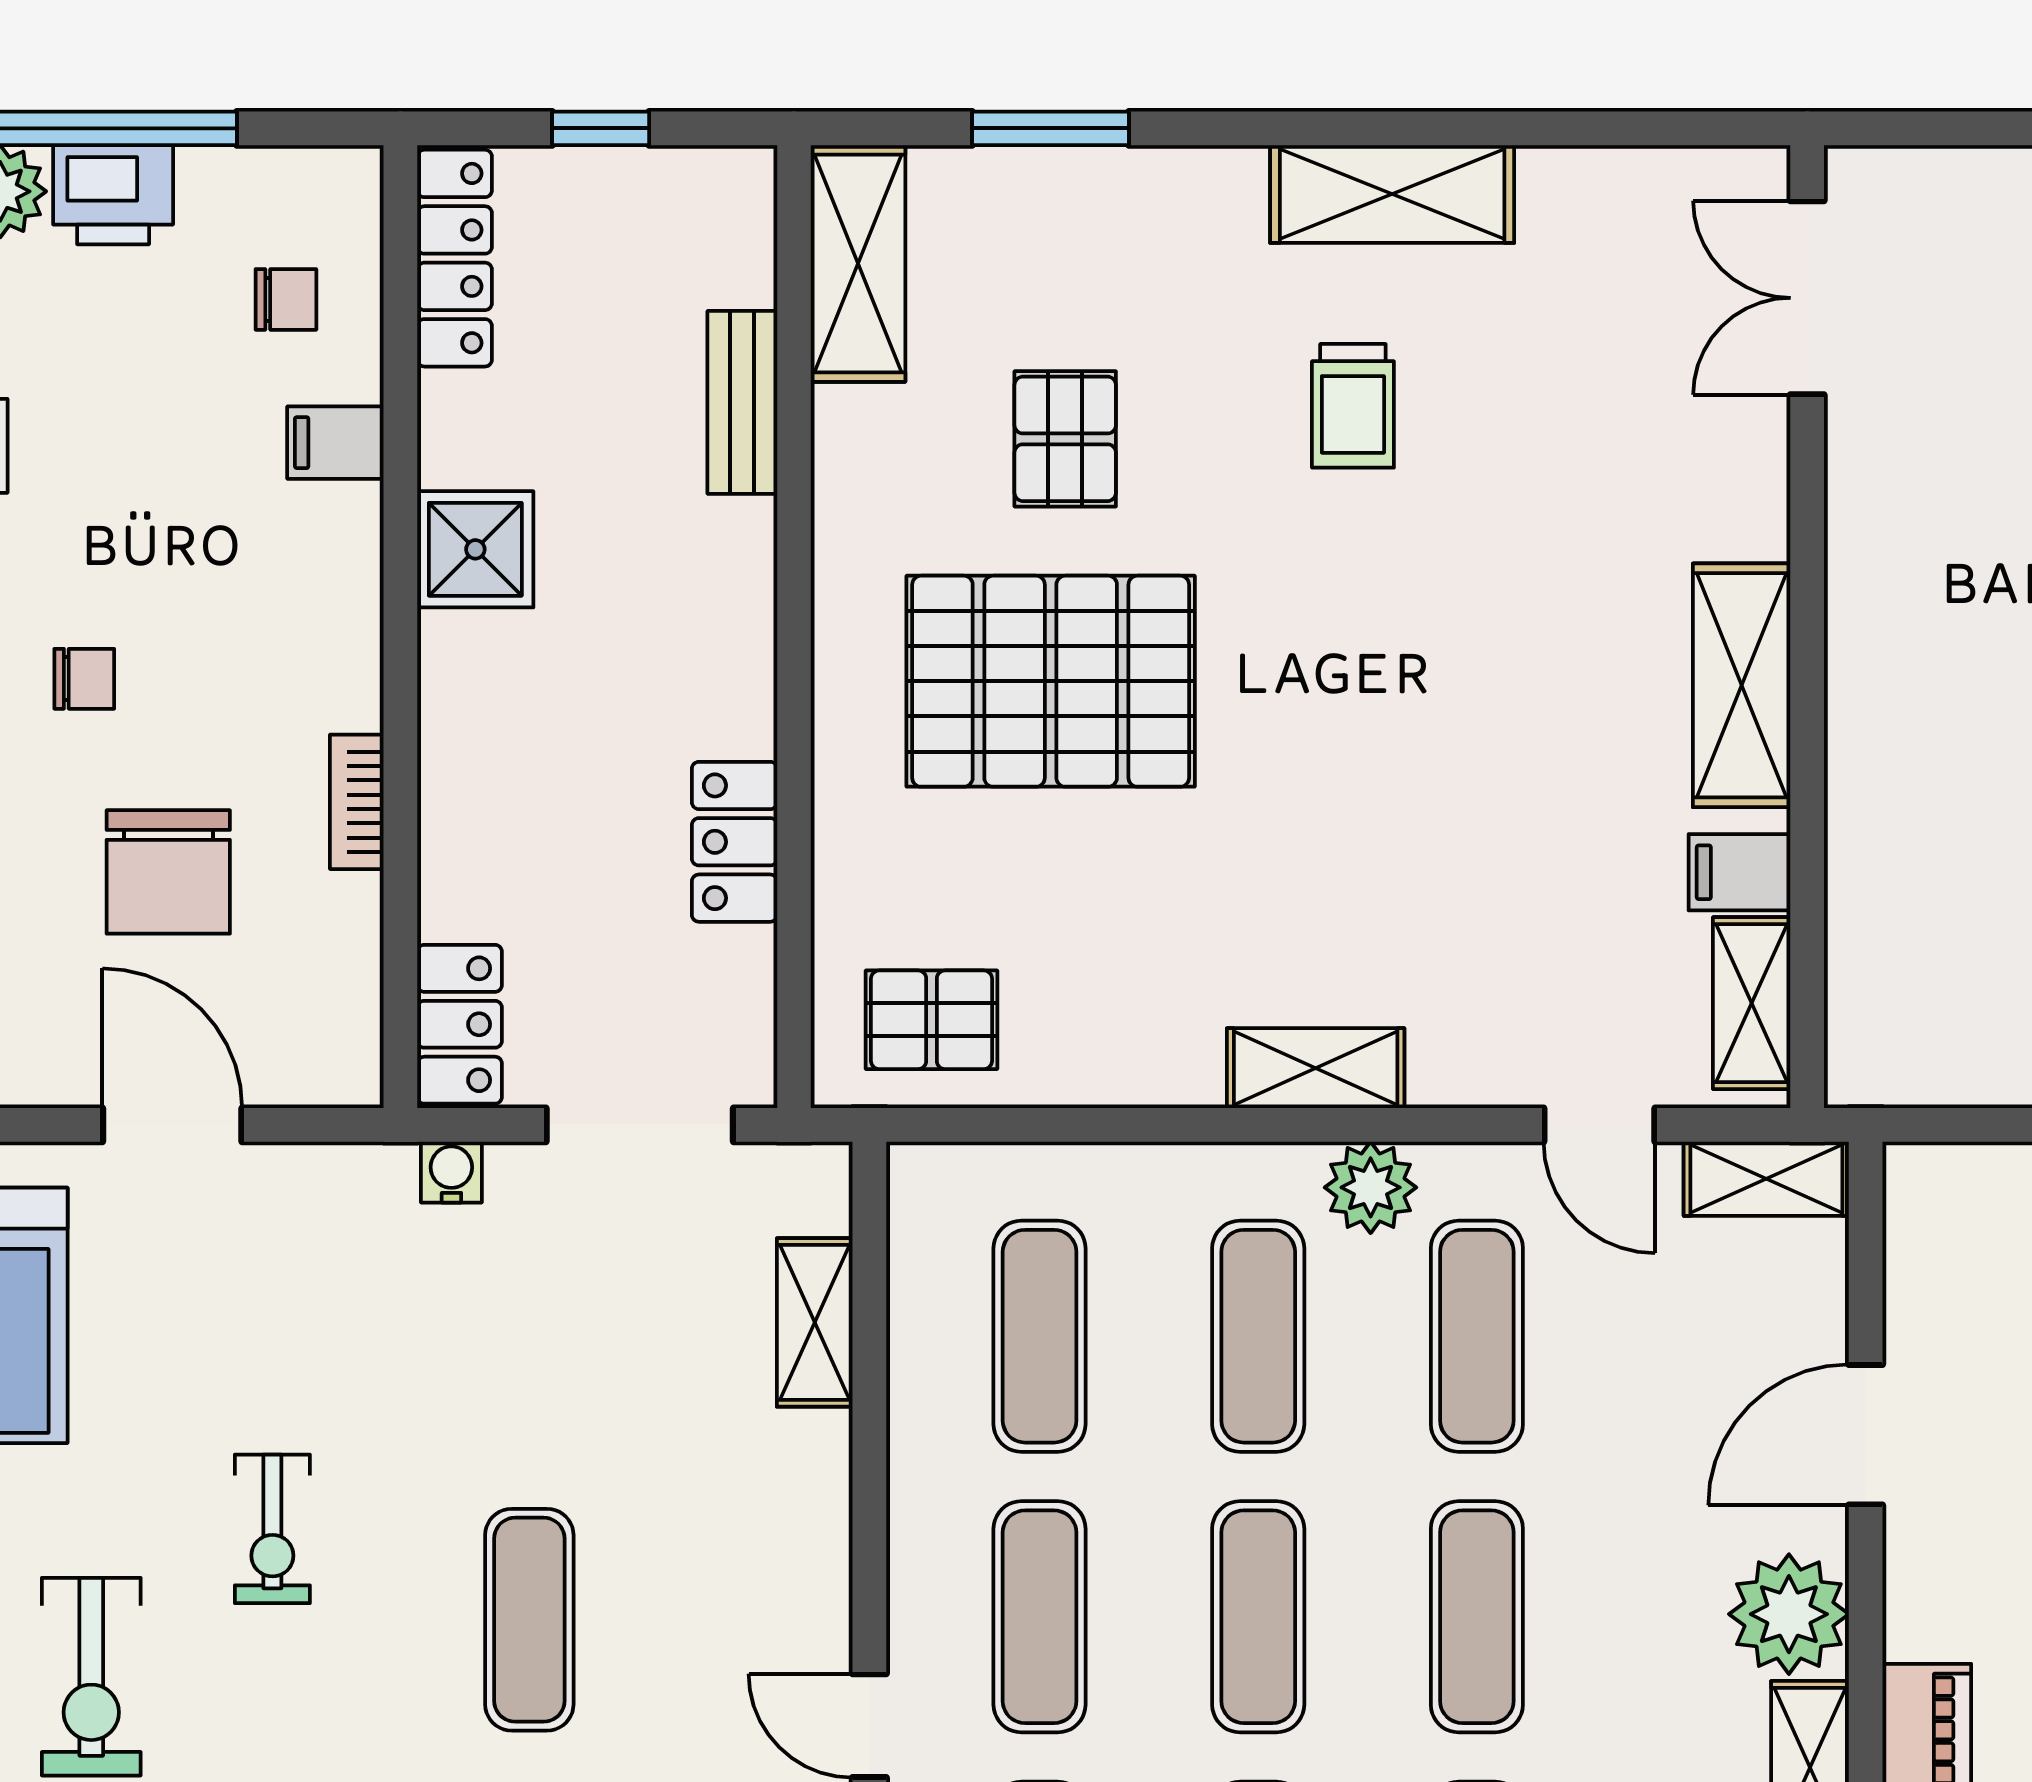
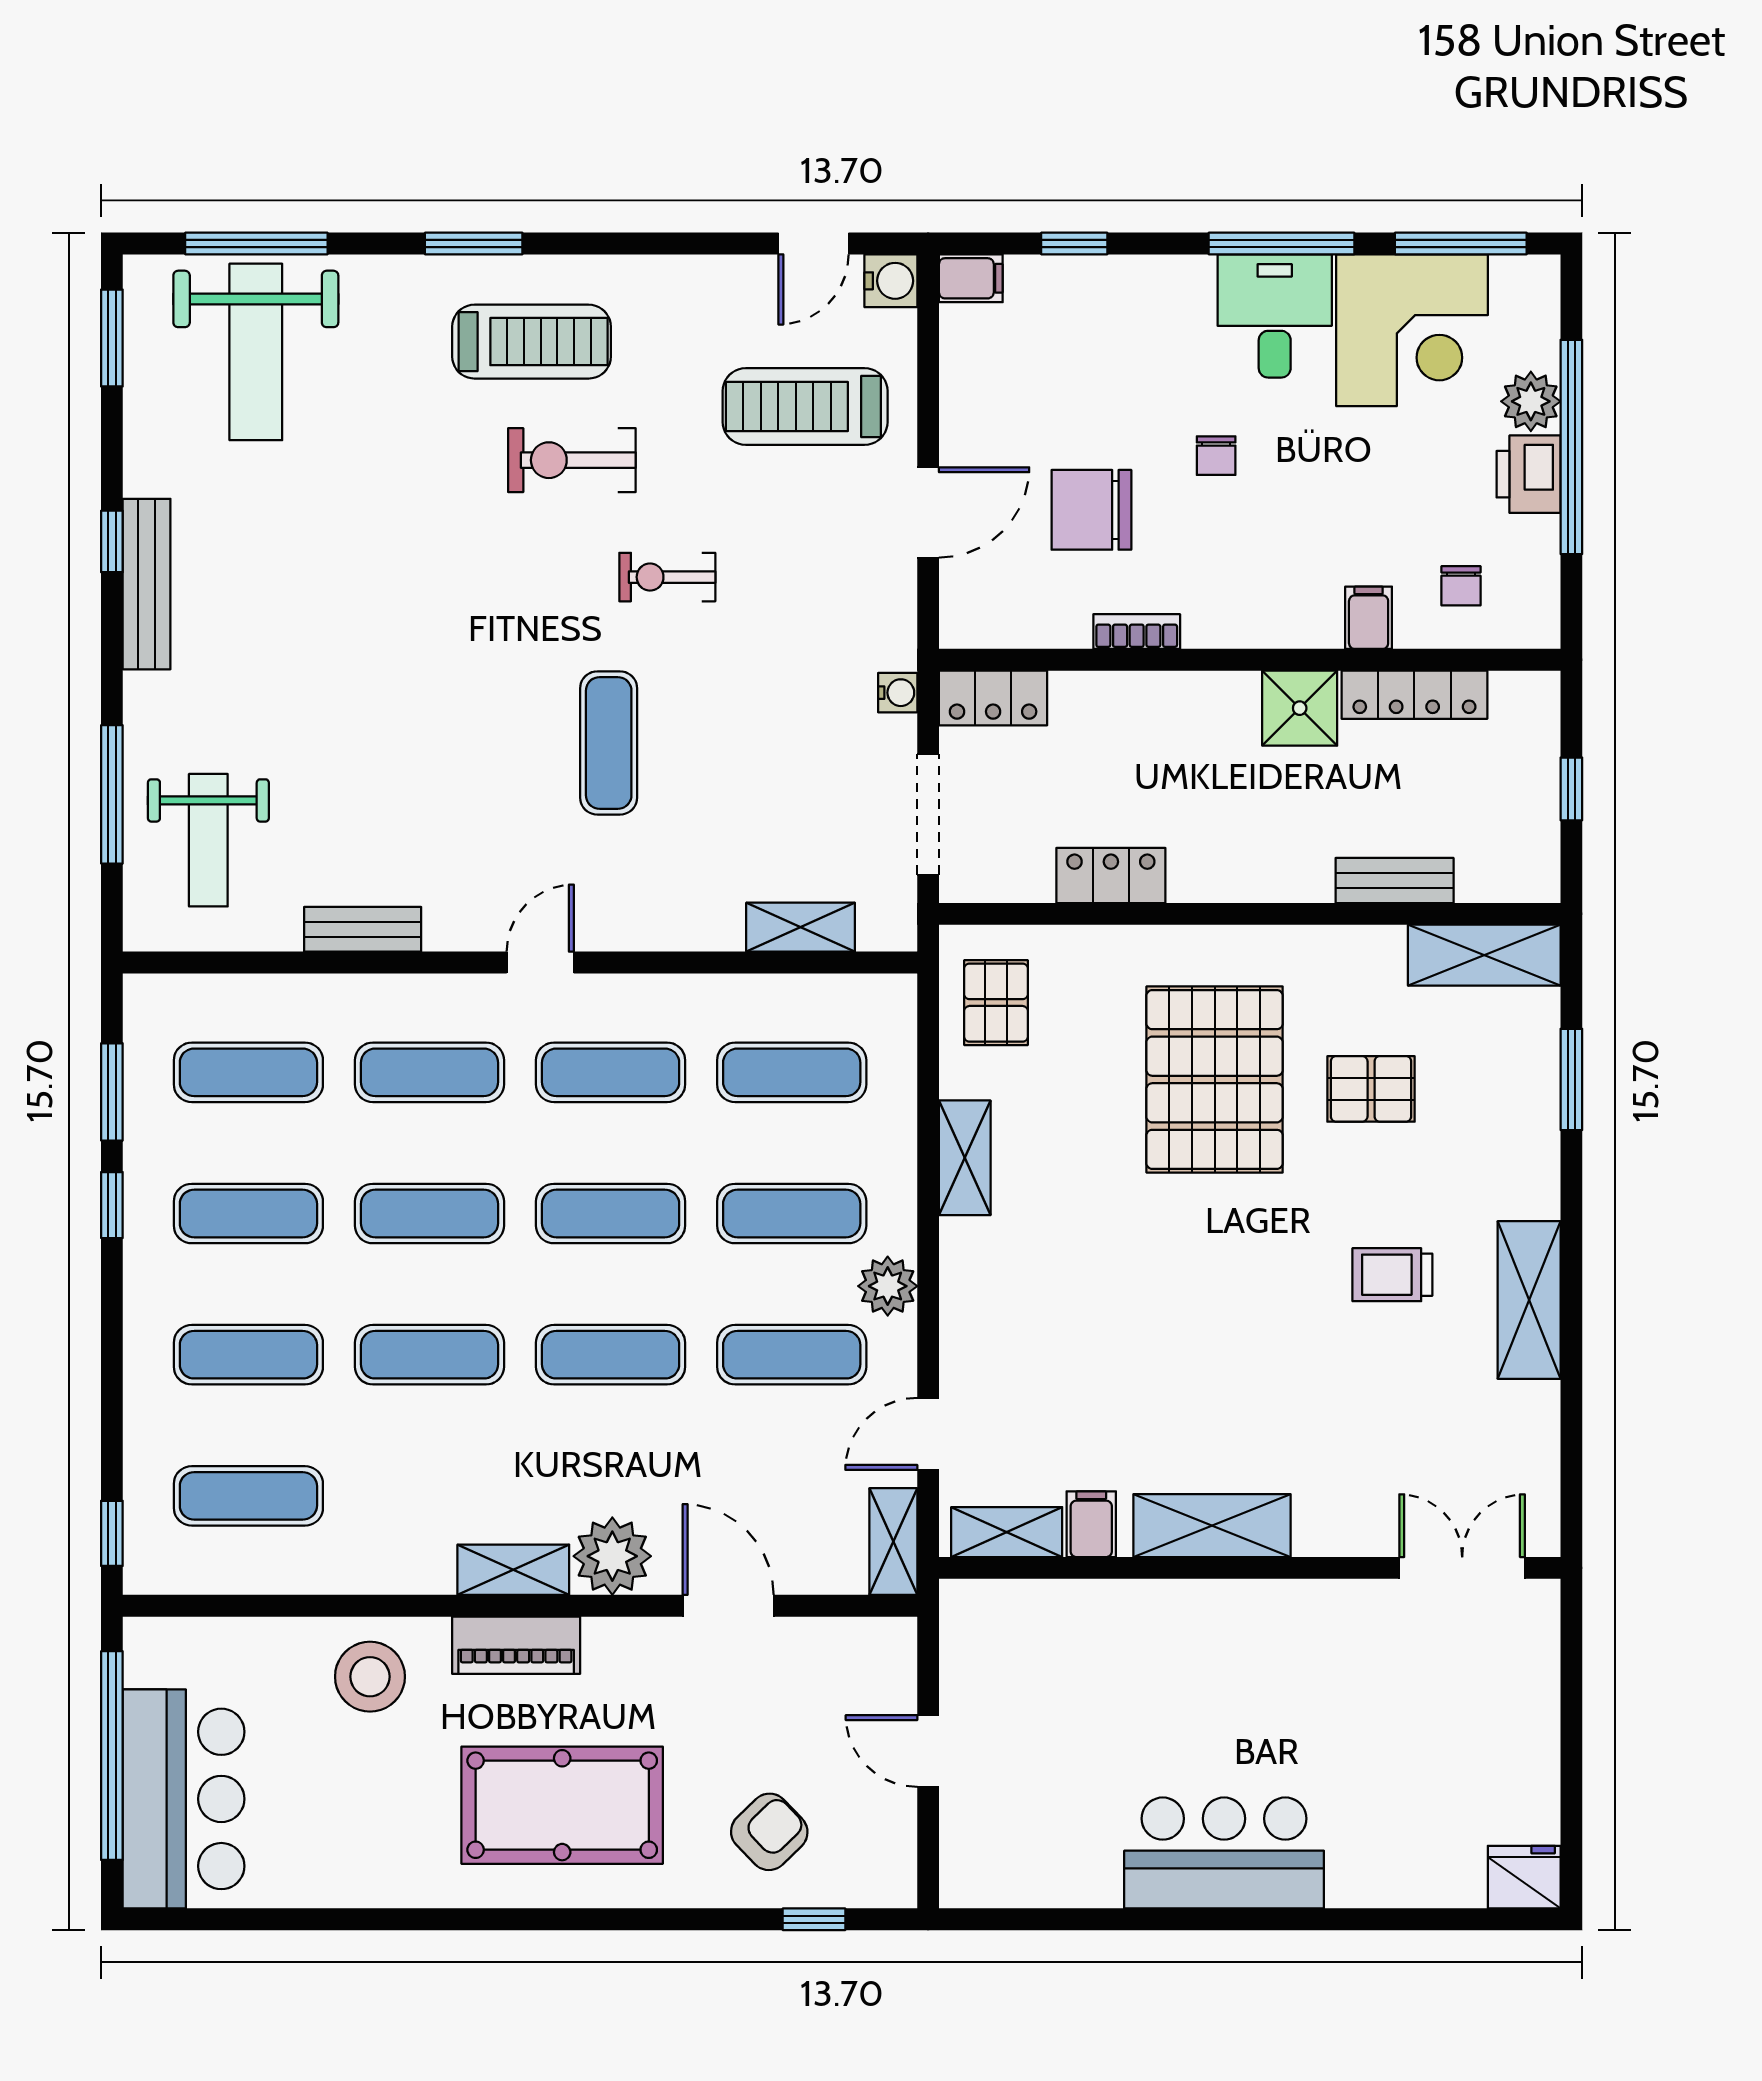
locker: (455, 258) -> (1414, 695), moved
shelving: (1316, 1068) -> (965, 1158), moved
exercise mat: (529, 1620) -> (609, 743), turned 90

